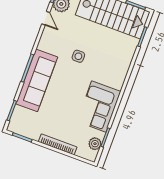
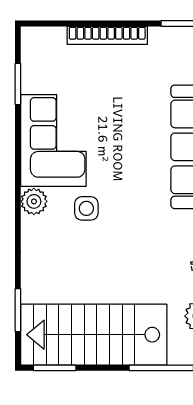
side table: (78, 56) -> (86, 208), moved
plant: (95, 144) -> (34, 201), moved

